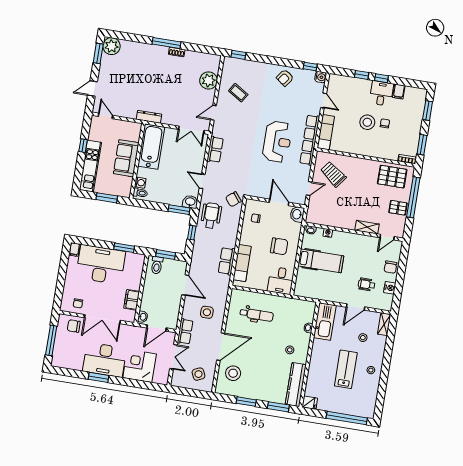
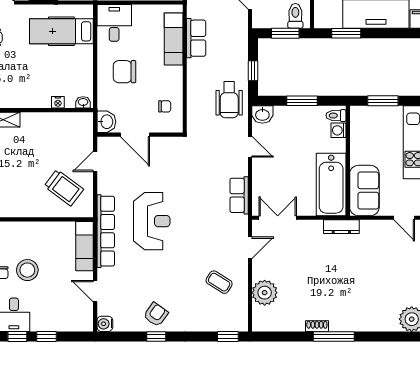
window: (310, 67) -> (156, 337), moved
reception desk: (277, 142) -> (152, 221), turned 180
sofa: (126, 158) -> (364, 190), moved
chair: (233, 199) -> (201, 128), removed
window: (179, 210) -> (302, 101), moved
hospital bed: (321, 261) -> (61, 31), moved

